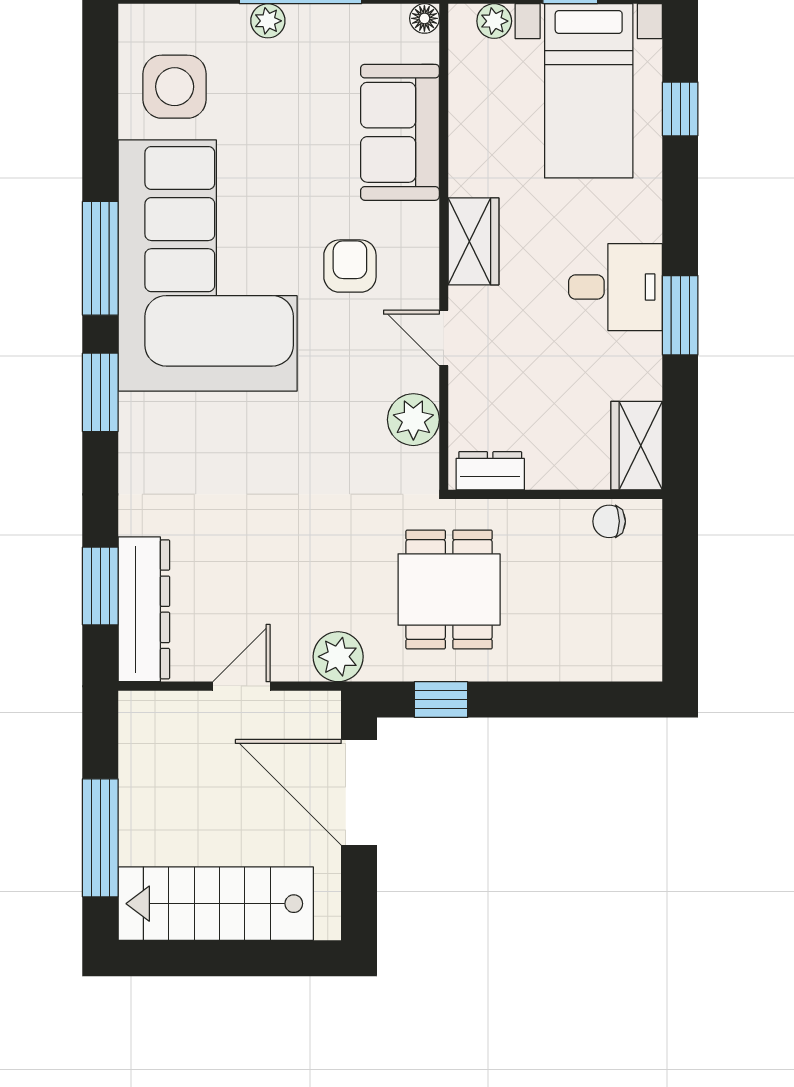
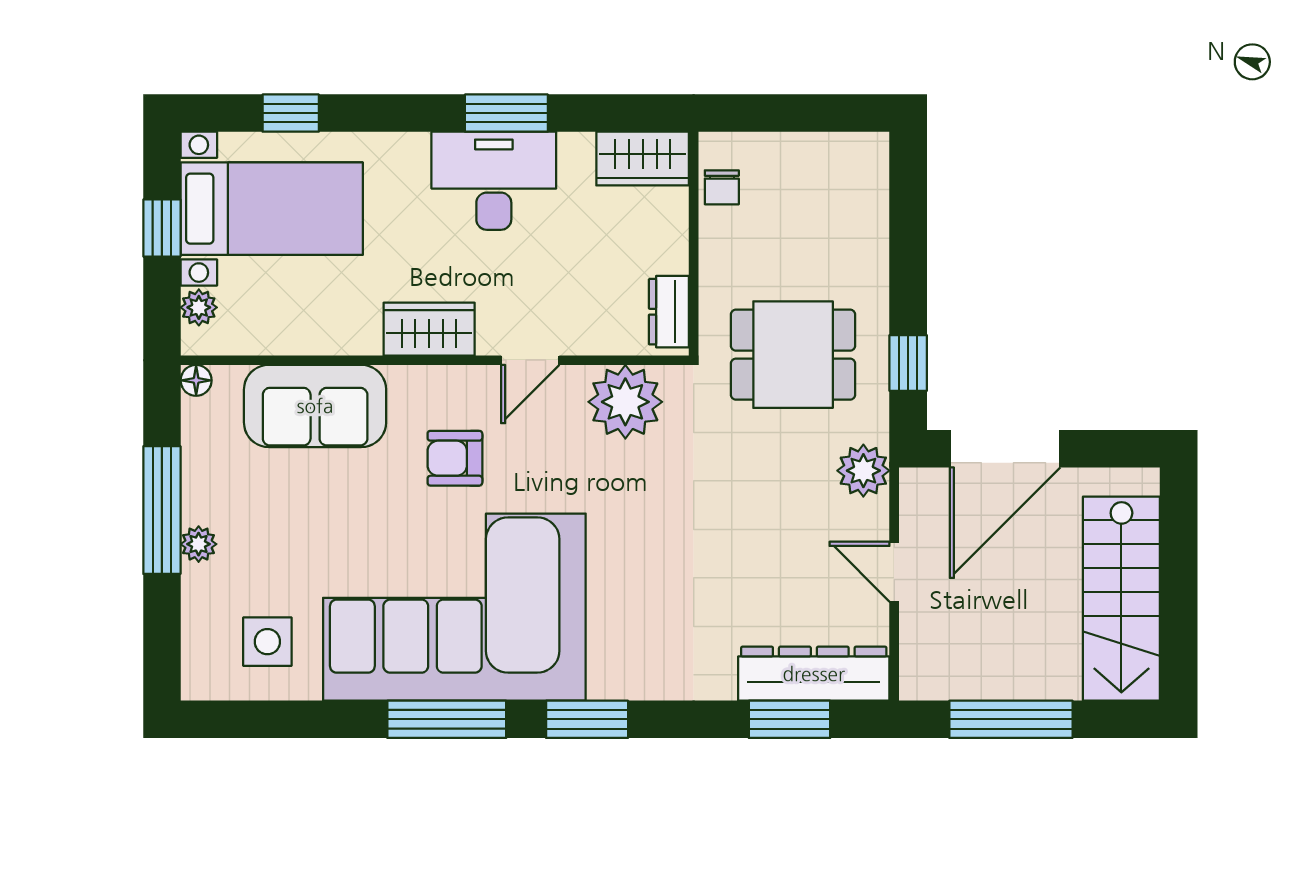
side table: (175, 87) -> (267, 642), width x0.73, depth x0.73
desk: (615, 287) -> (494, 181), width x1.37
plant: (413, 420) -> (625, 402), width x1.36, depth x1.36
window: (100, 838) -> (1011, 719), moved

